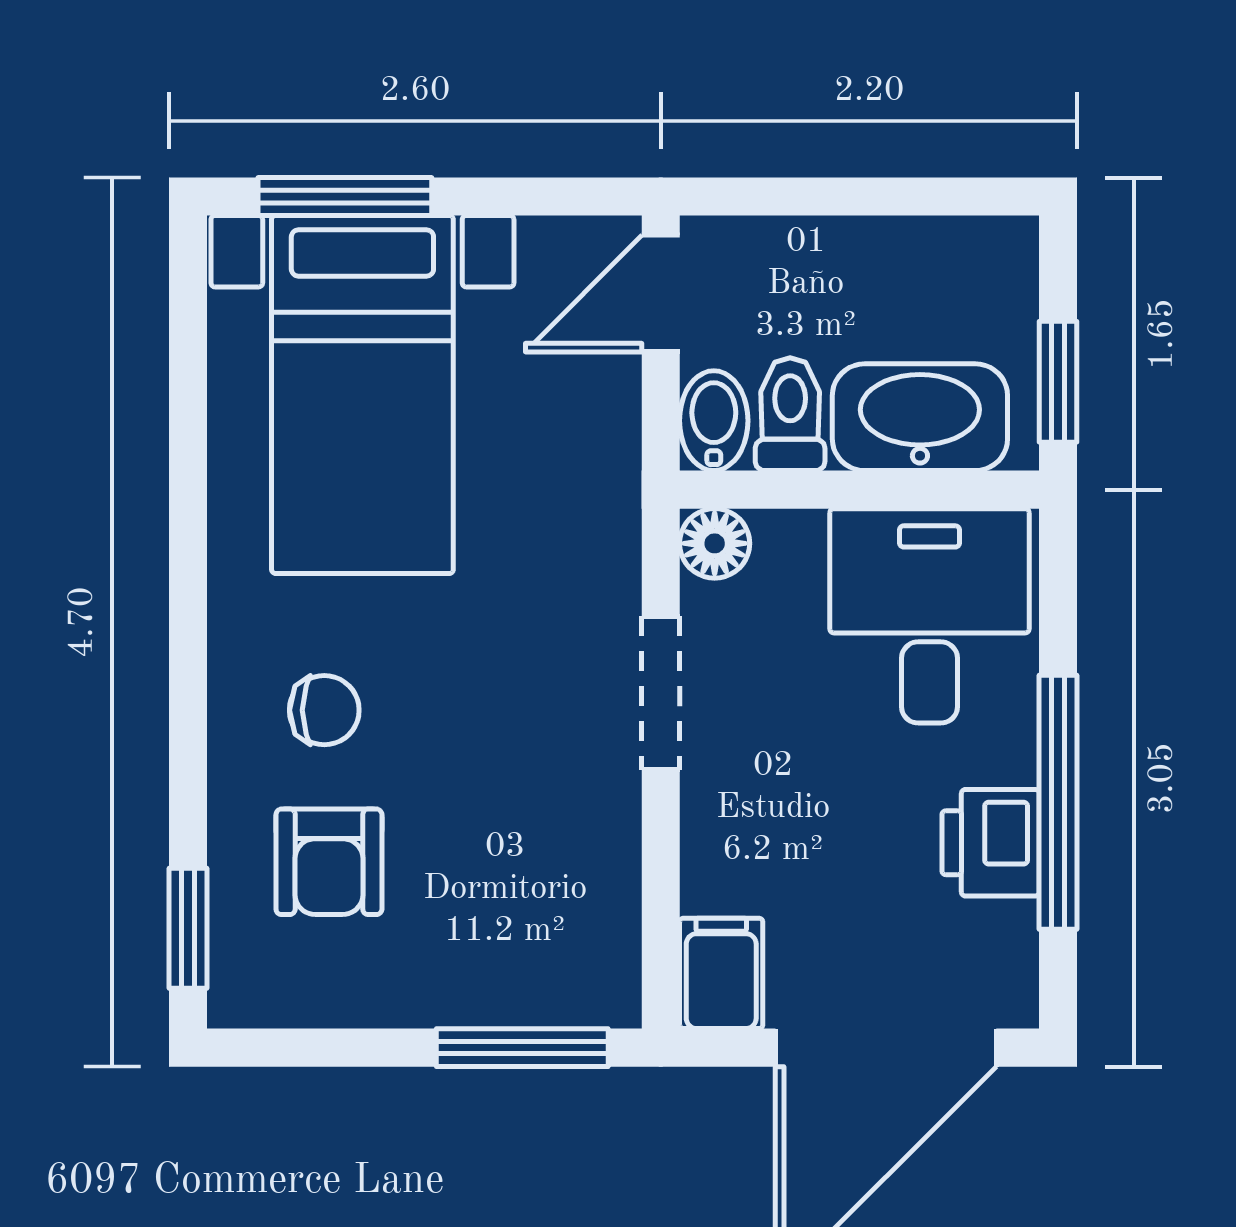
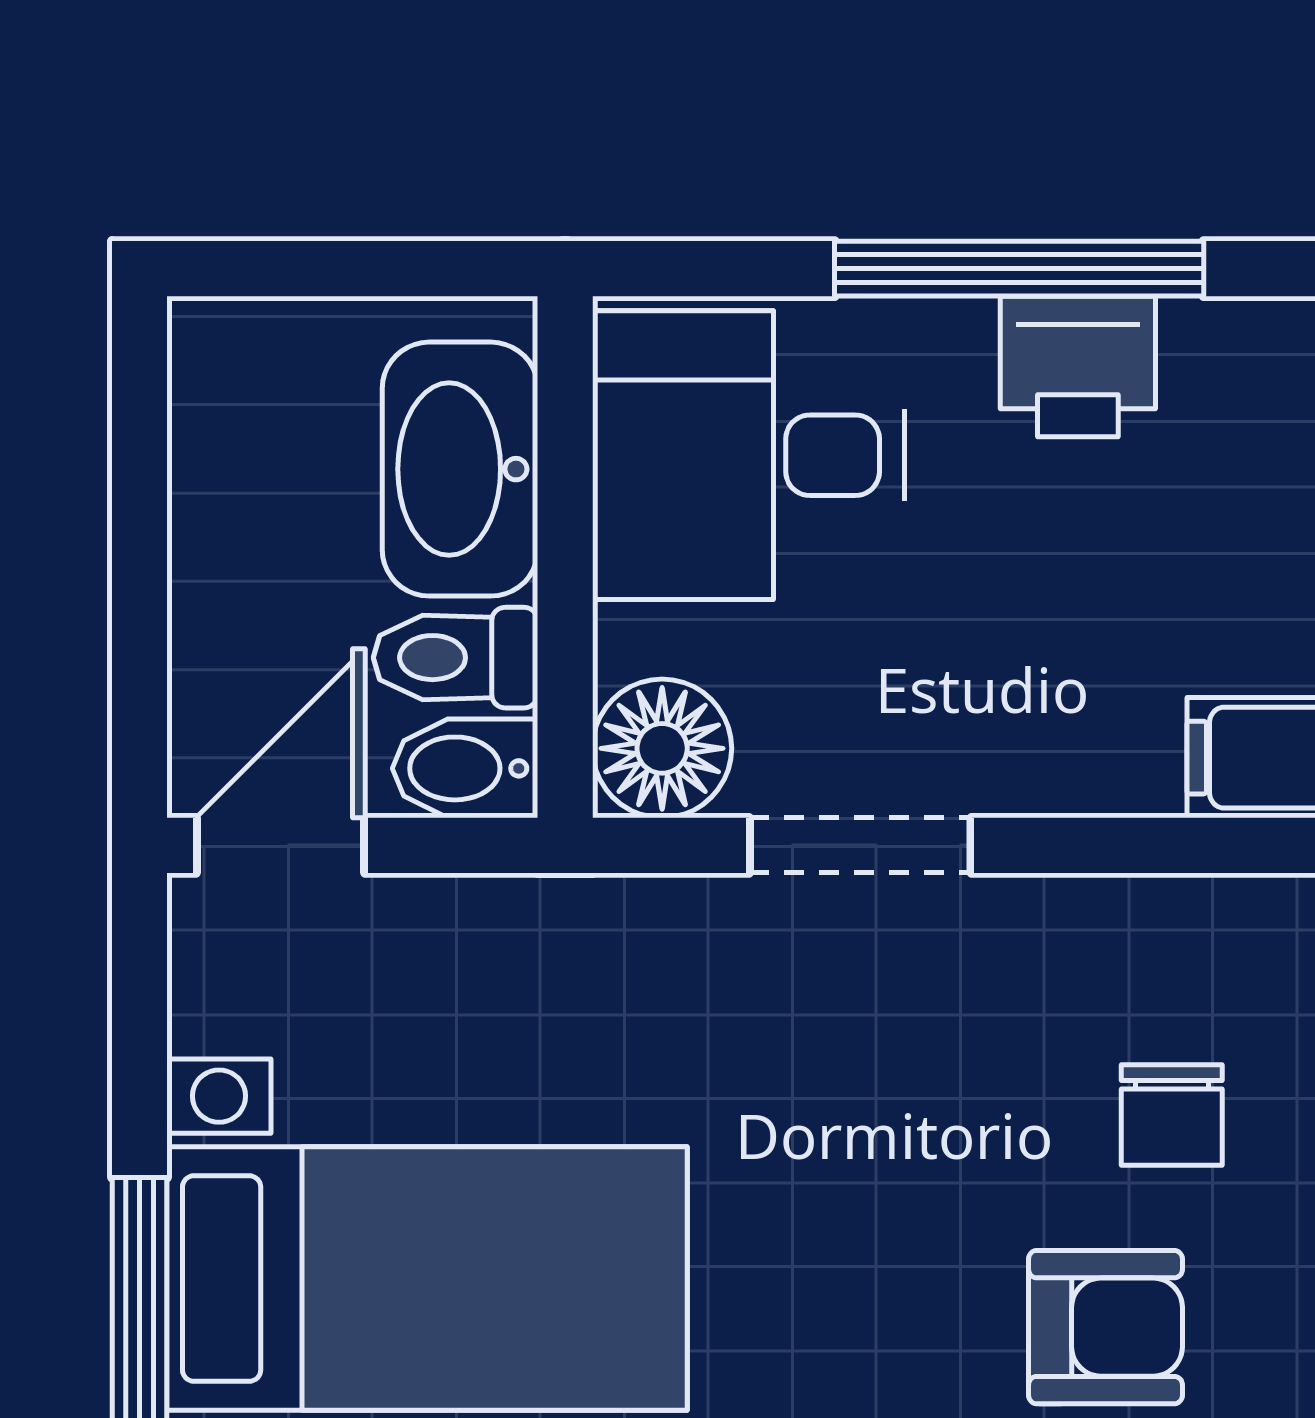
door: (661, 294) -> (280, 845), swing flipped
window: (1058, 382) -> (409, 269), removed
floor lamp: (715, 543) -> (662, 748), width x1.37, depth x1.37
chair: (324, 710) -> (1172, 1115), moved, turned 180

